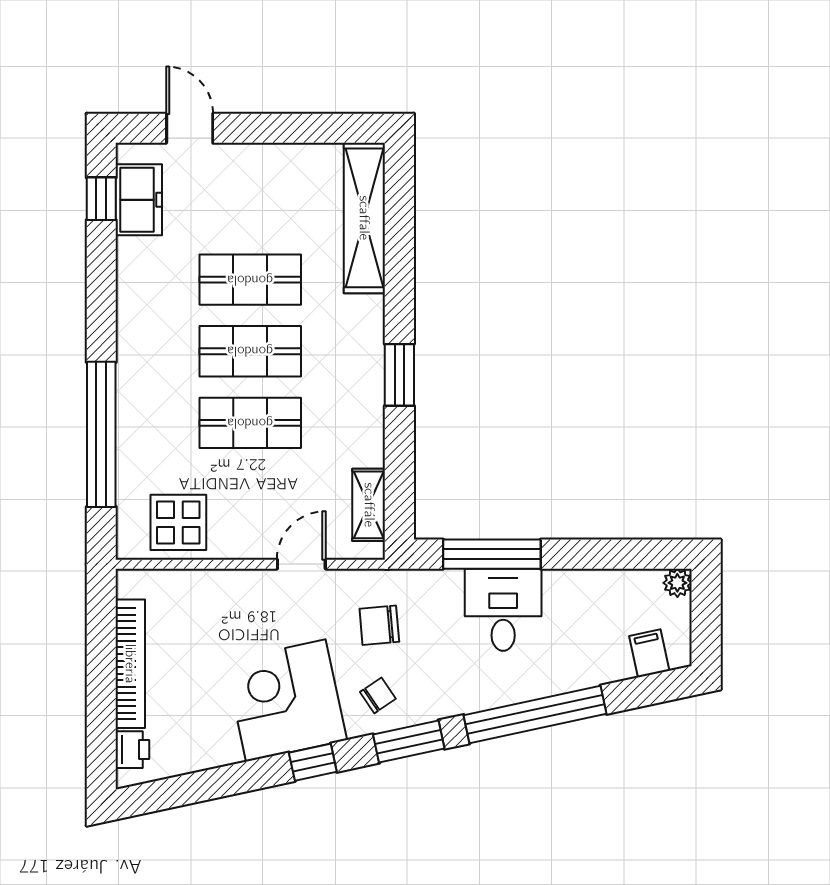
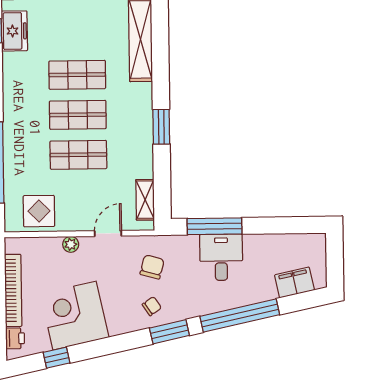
plant: (677, 583) -> (71, 244), moved
chair: (379, 625) -> (152, 267), turned 110
filing cabinet: (649, 653) -> (294, 283), width x2.00
corner desk: (286, 700) -> (75, 316), moved
window: (313, 762) -> (56, 358), moved

